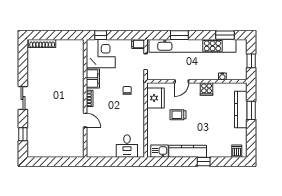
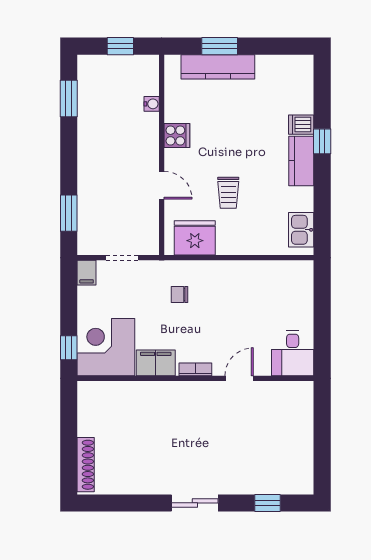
window: (179, 35) -> (69, 213), moved
kitchen unit: (193, 46) -> (90, 164), removed
desk: (127, 146) -> (293, 353), moved, turned 90
kitchen counter: (188, 151) -> (301, 161), width x0.67
dishwasher: (237, 151) -> (301, 125), moved

